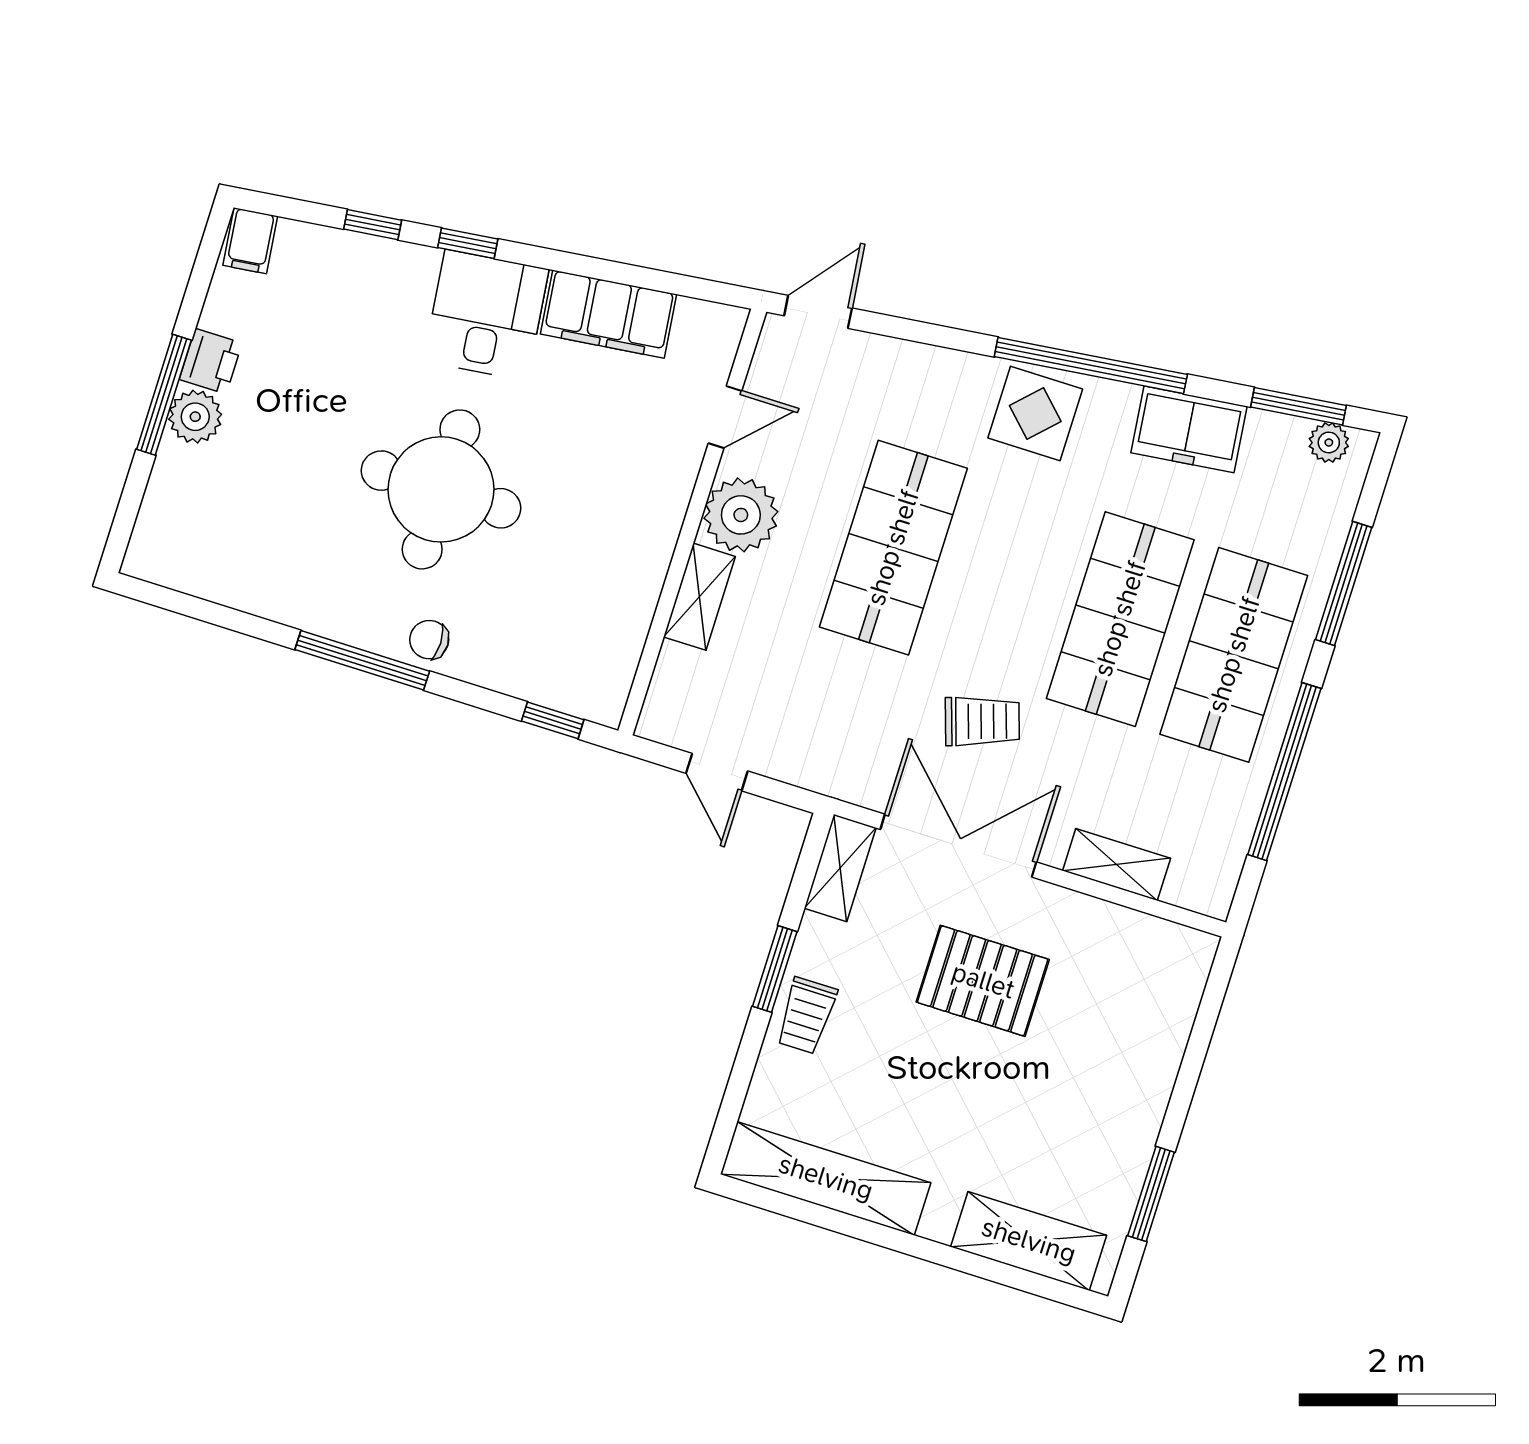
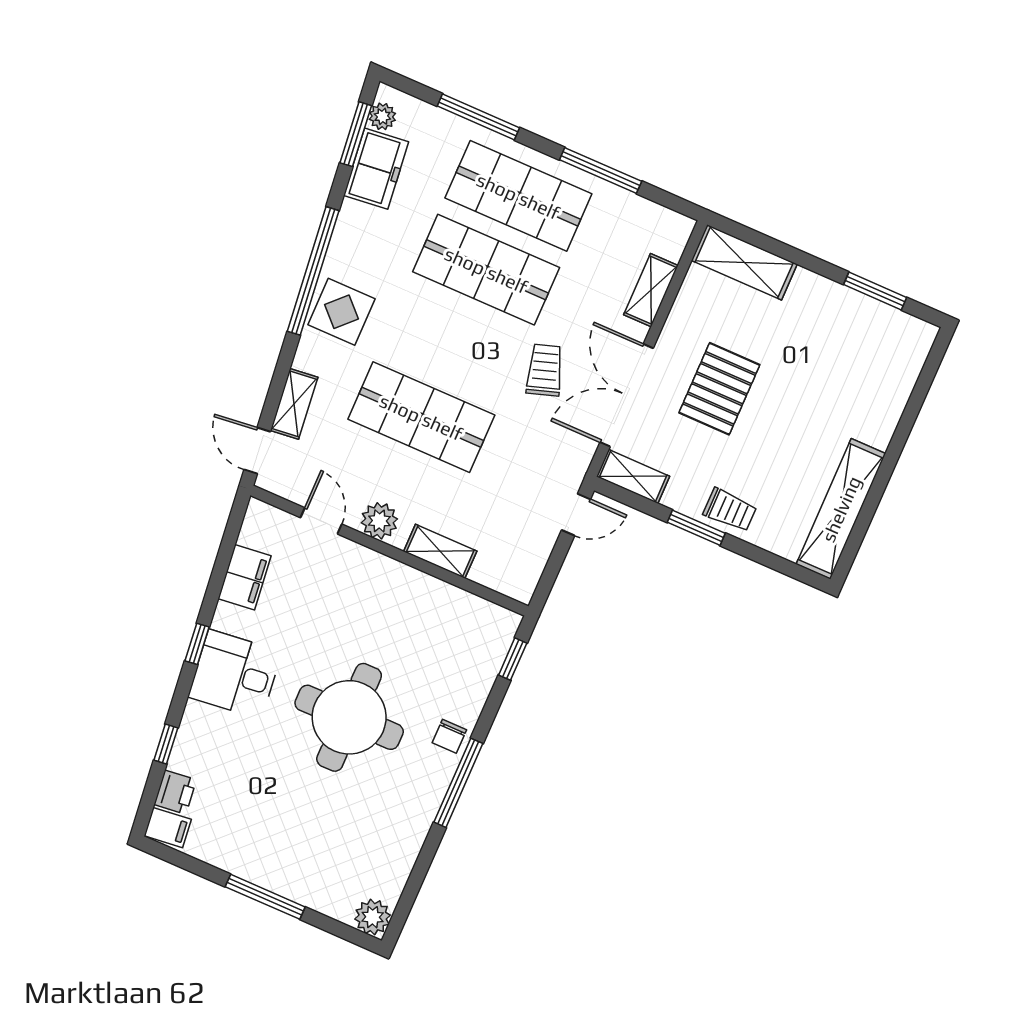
window: (468, 243) -> (197, 644), moved
filing cabinet: (609, 314) -> (245, 577), width x0.67, depth x0.86
shelving: (893, 359) -> (294, 404), added
printer: (211, 361) -> (175, 792), moved, turned 84
plant: (195, 417) -> (373, 917), moved
freezer: (1189, 429) -> (376, 169), moved
plant: (741, 515) -> (379, 521), width x0.73, depth x0.73
door: (717, 772) -> (576, 515), moved
window: (1284, 772) -> (601, 170), width x0.68
shelving: (1029, 1241) -> (744, 262), moved, turned 90

